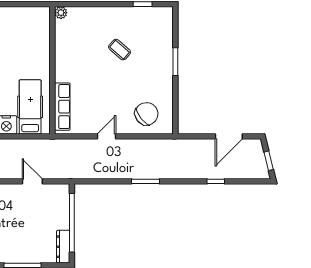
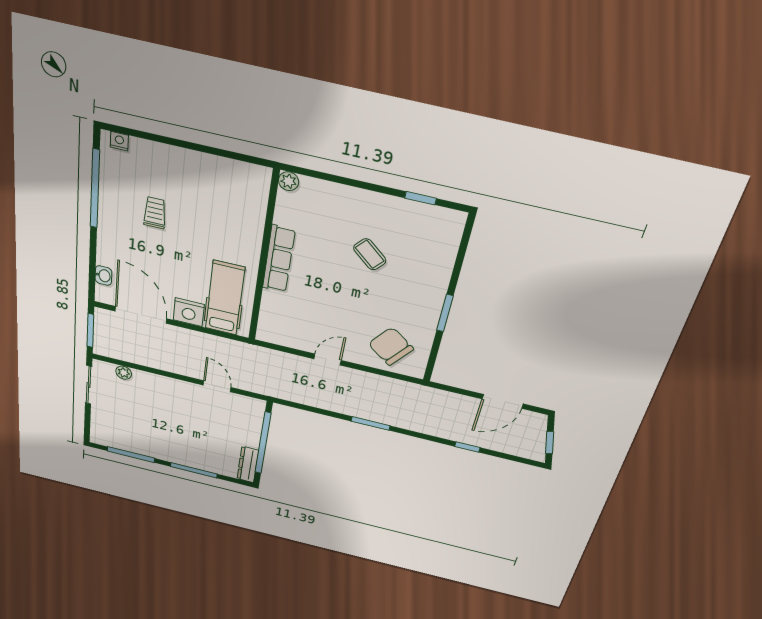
window: (175, 62) -> (445, 313), moved
row of seats: (62, 107) -> (279, 259), moved
chair: (146, 114) -> (391, 346), turned -105

